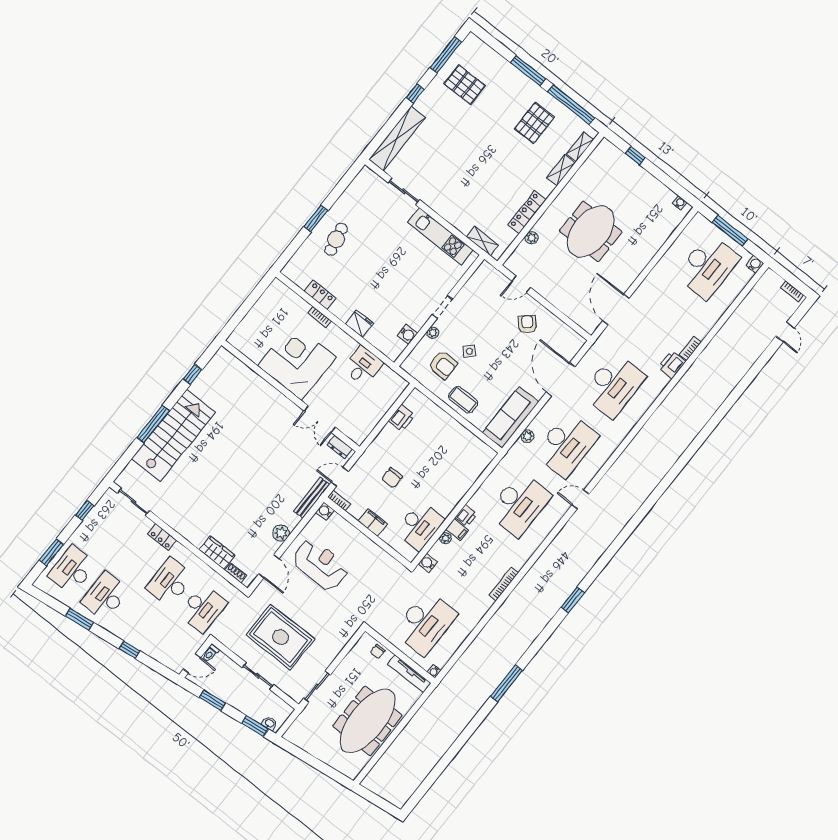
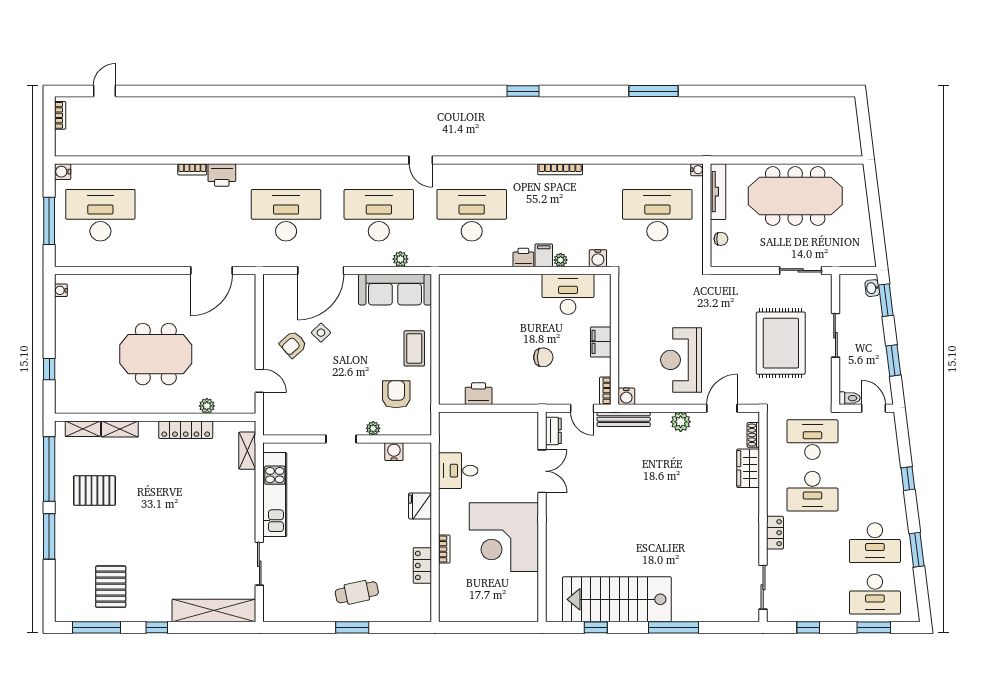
side table: (469, 351) -> (321, 333), moved
stairs: (173, 436) -> (617, 599), moved

